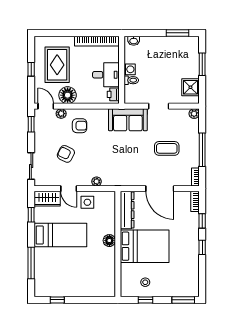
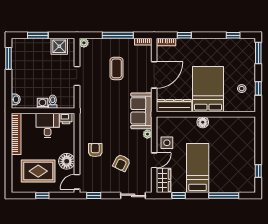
plant: (61, 114) -> (84, 167), removed
sofa: (128, 120) -> (141, 111), moved, turned 180
window: (202, 247) -> (233, 35), moved

